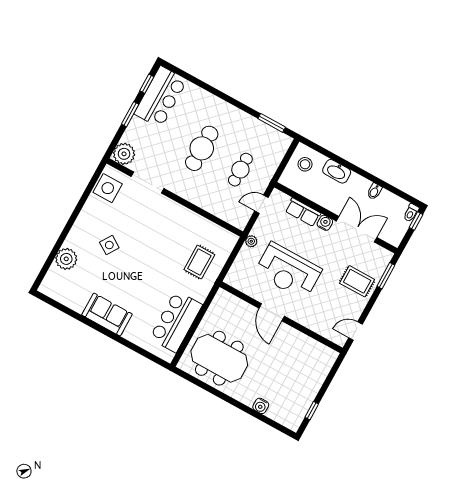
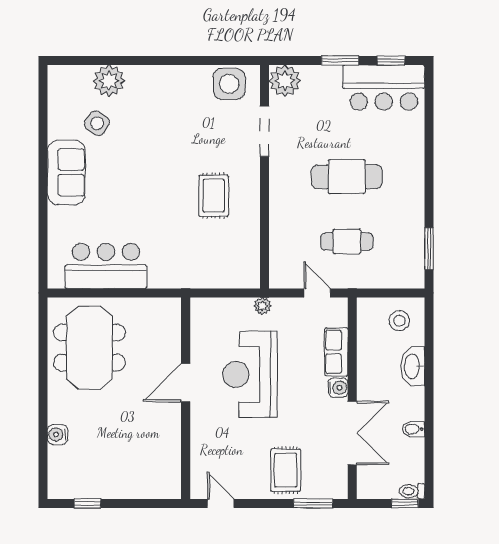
side table: (109, 245) -> (97, 123), moved
rug: (199, 262) -> (214, 196), moved, turned 90

